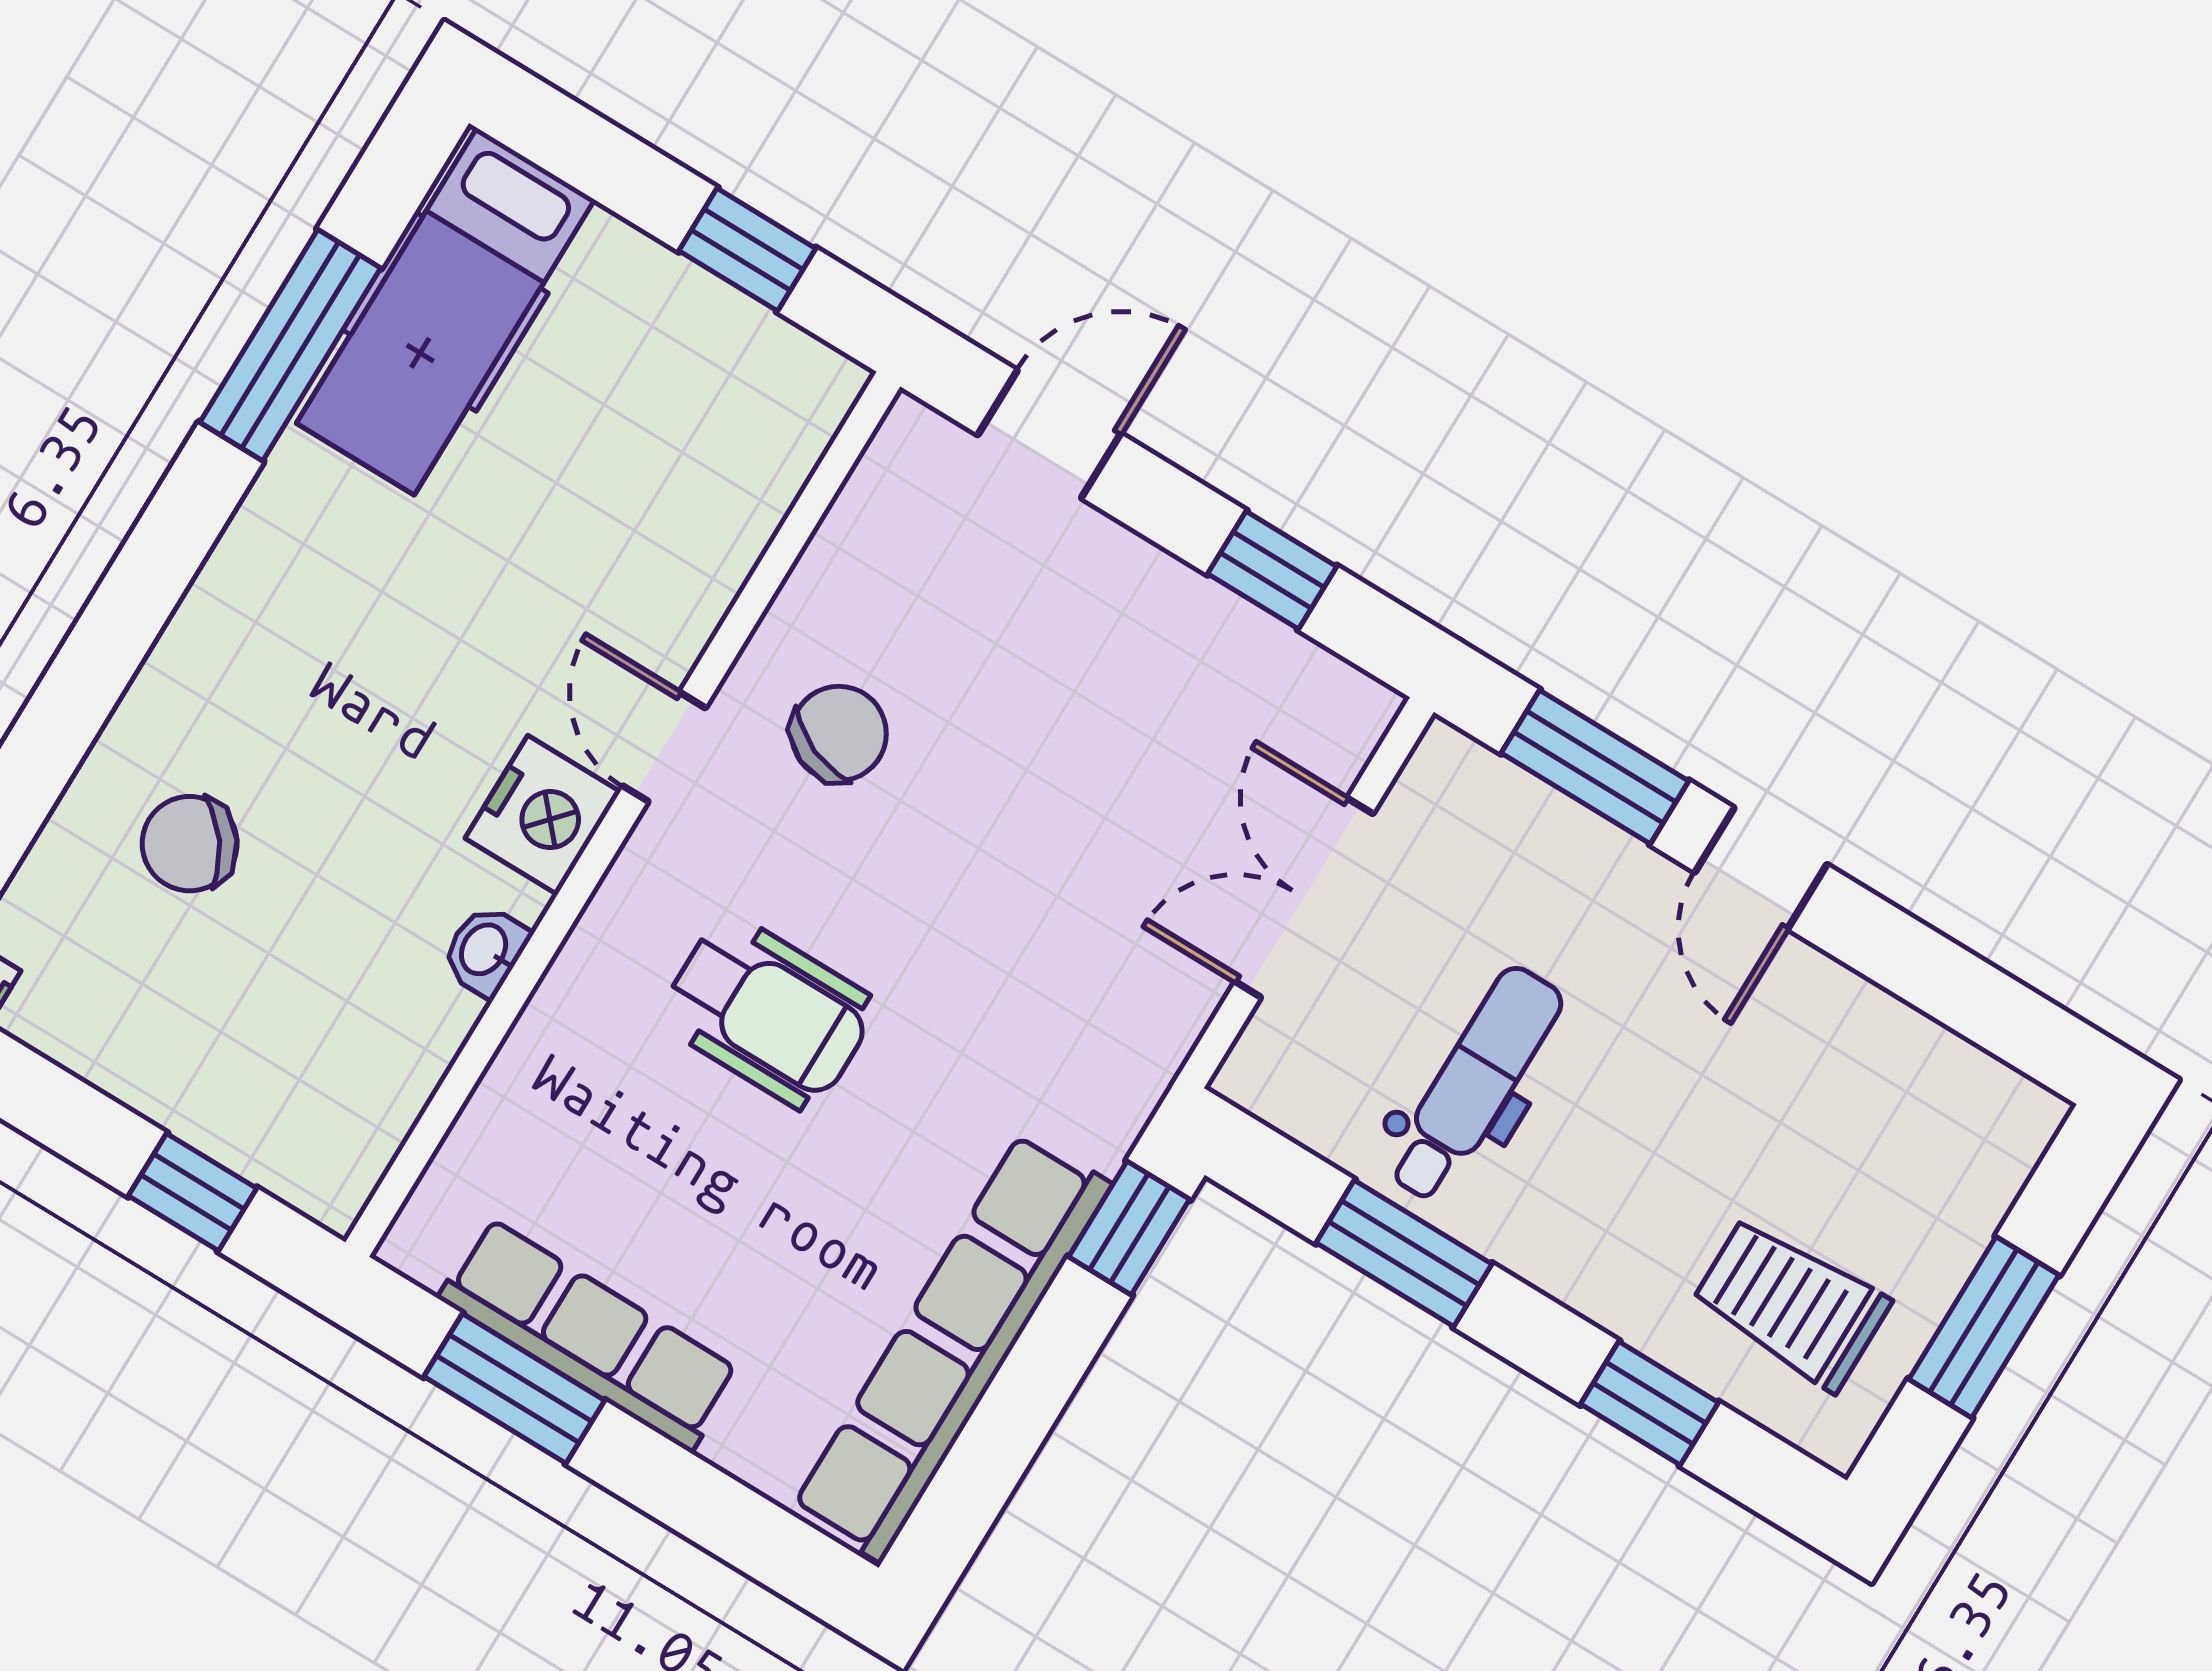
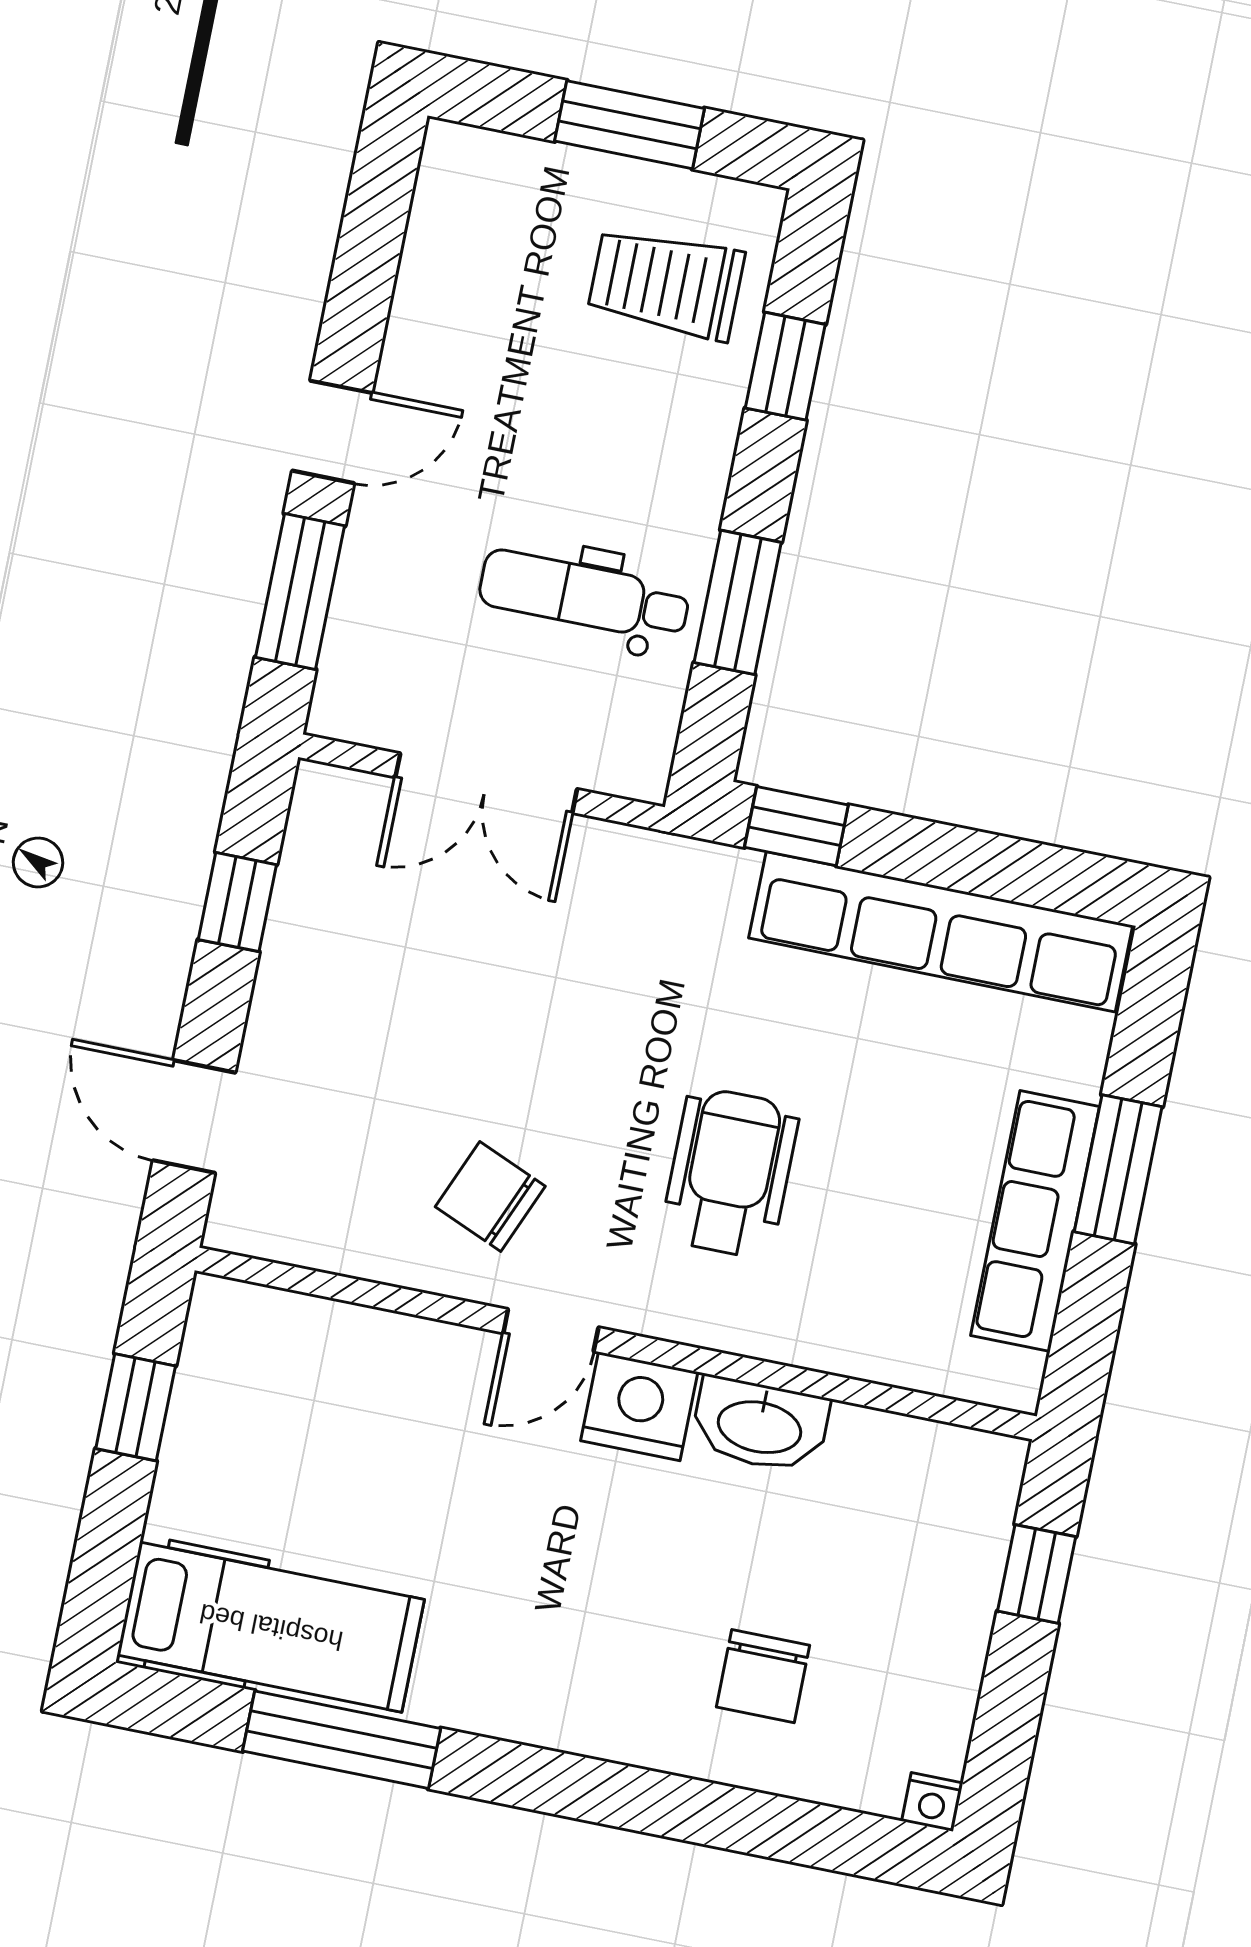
chair: (190, 844) -> (763, 1676), turned 36
washbasin: (485, 950) -> (760, 1425), width x1.91, depth x1.45
trolley: (1791, 1303) -> (666, 283), turned 90
window: (514, 1388) -> (1118, 1169), moved

